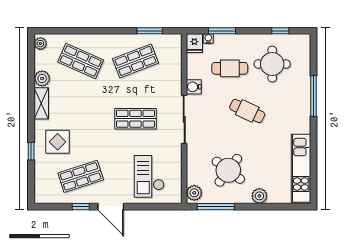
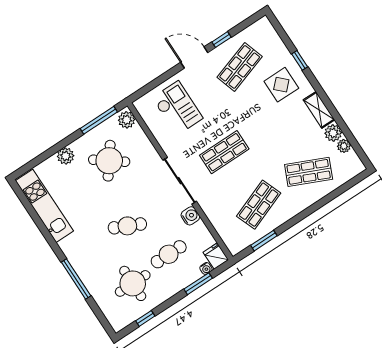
plant: (40, 44) -> (344, 146), moved

